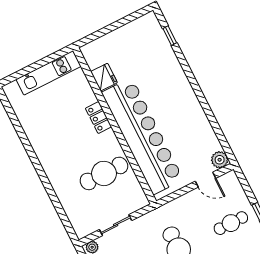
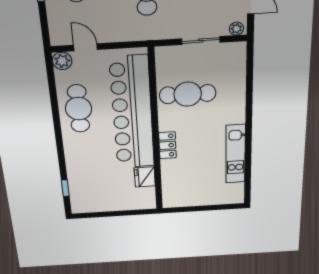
kitchen unit: (49, 73) -> (236, 154), moved, turned -90
cafe table: (189, 121) -> (79, 109), added

